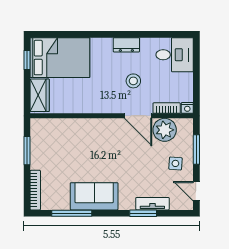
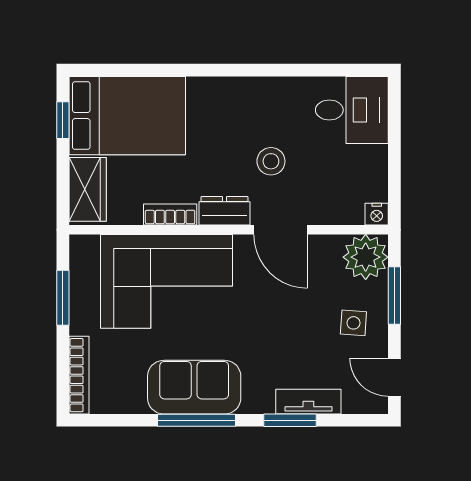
dresser: (126, 45) -> (224, 211), moved, turned 180
bookcase: (167, 108) -> (170, 214), moved
plant: (165, 130) -> (366, 257), moved
corner sofa: (80, 142) -> (166, 281), added
window: (72, 213) -> (197, 420), moved

